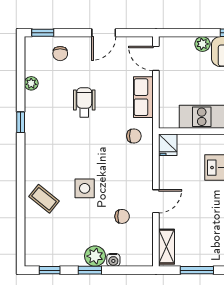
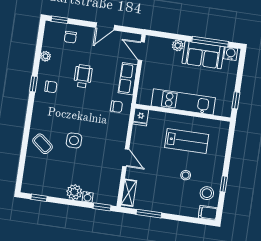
door: (156, 201) -> (126, 158), hinge flipped
chair: (122, 216) -> (51, 87), moved
window: (90, 270) -> (102, 207), moved

